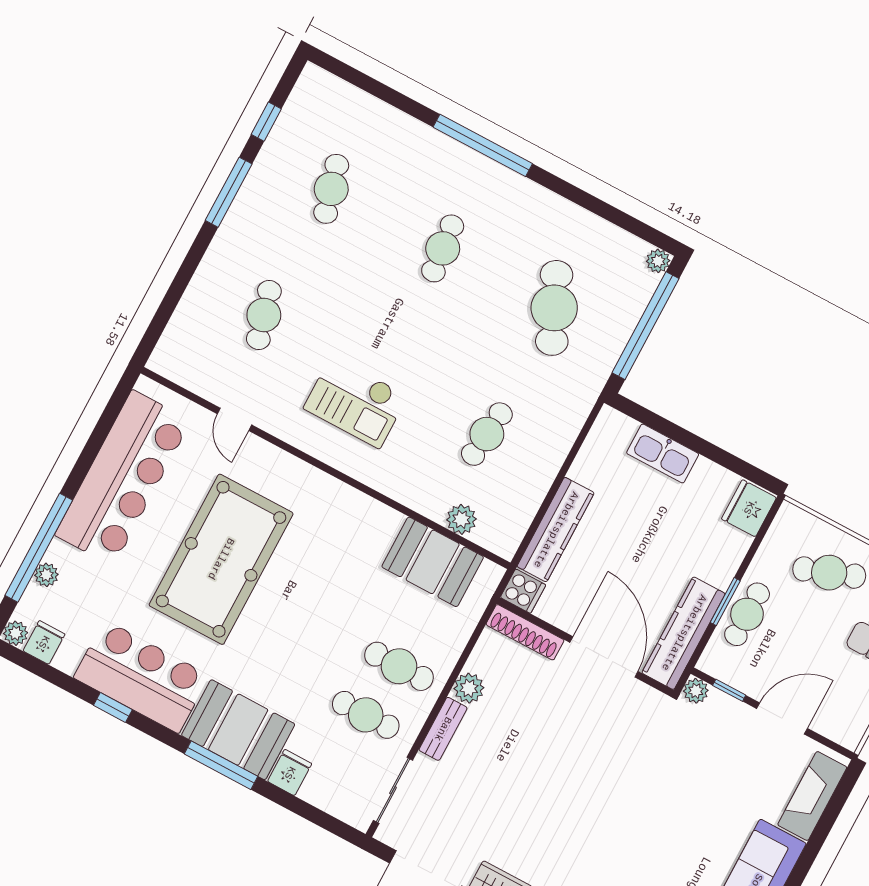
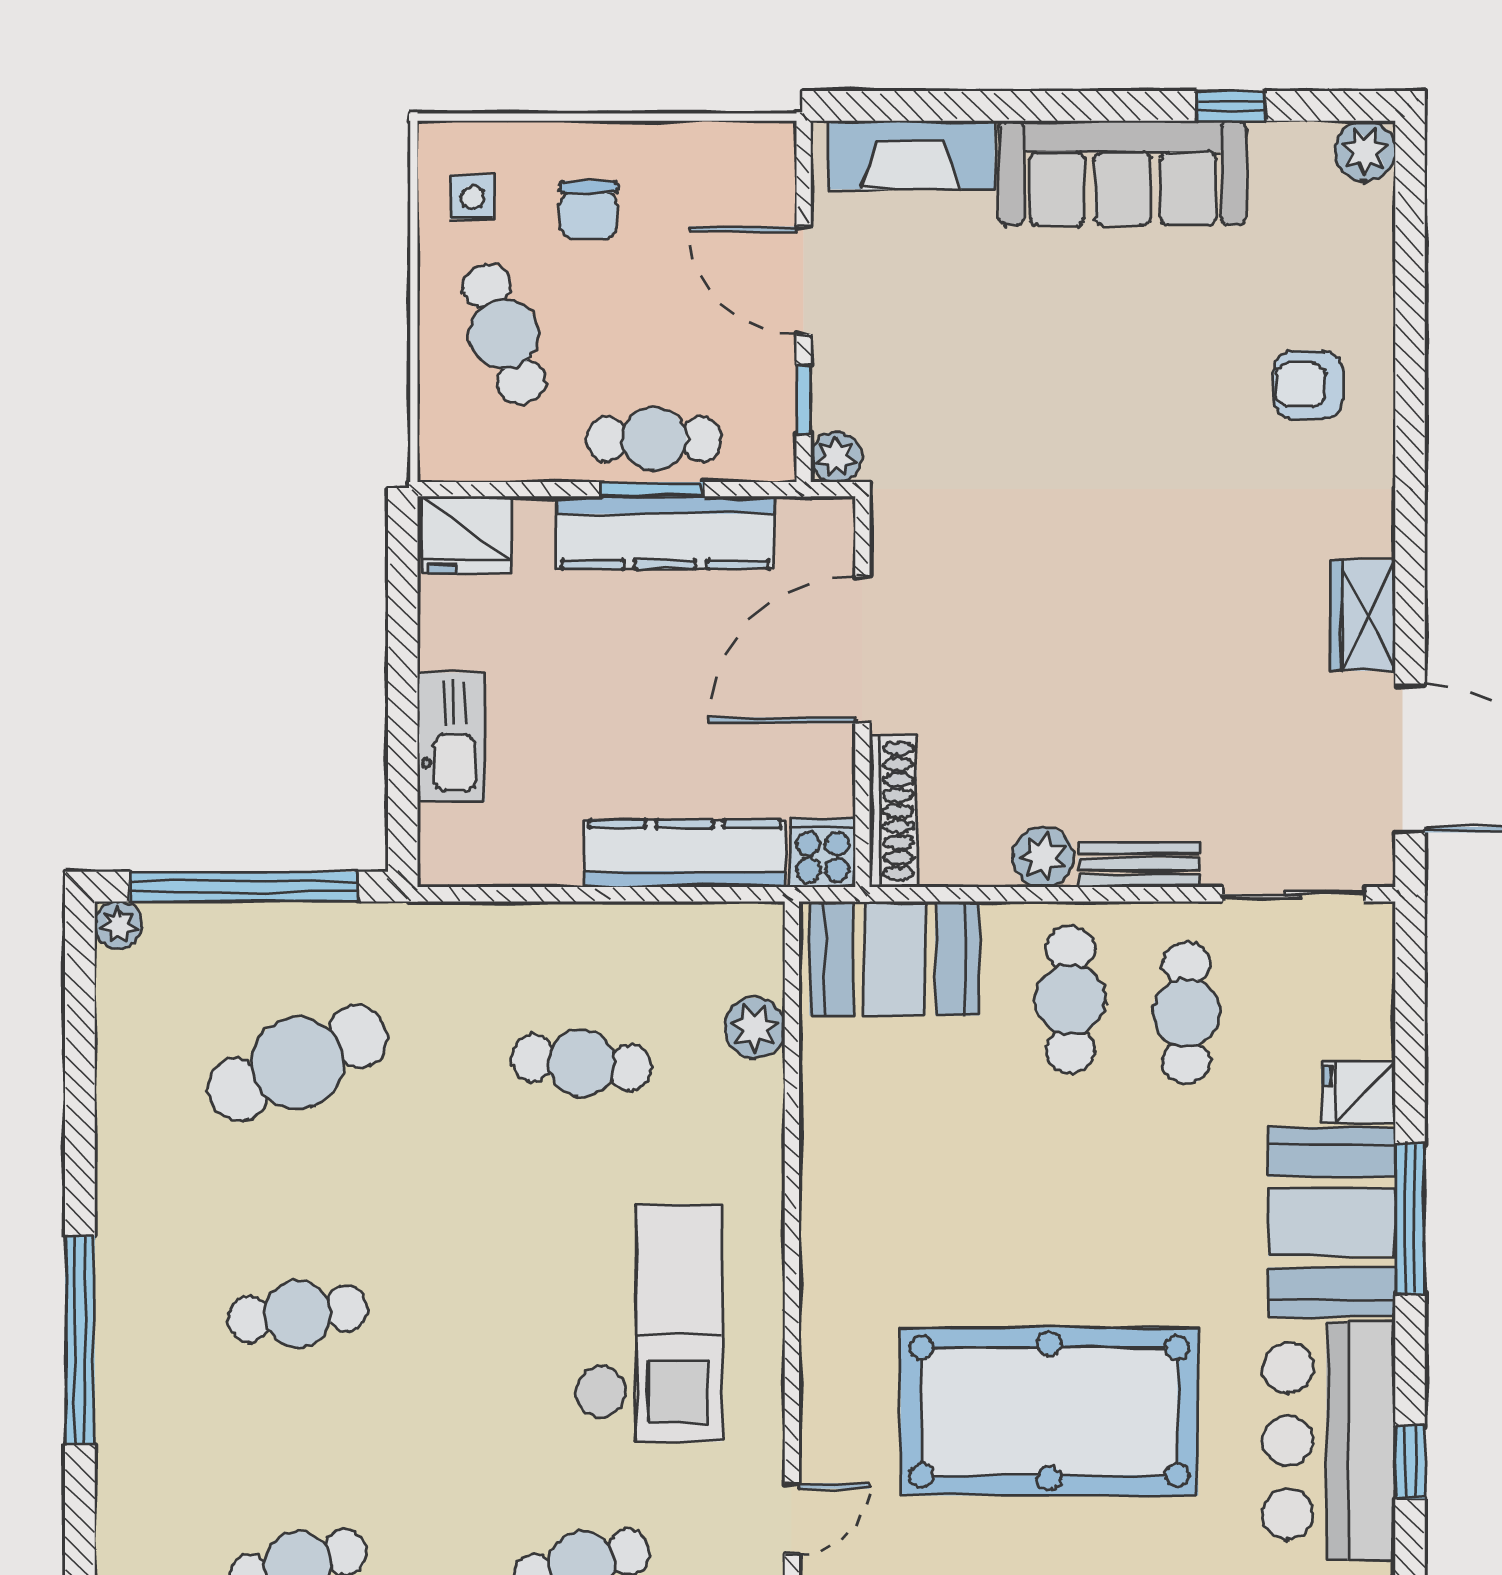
checkout: (356, 402) -> (648, 1323), width x1.36, depth x1.21
booth: (433, 562) -> (895, 958), moved, turned 90
kitchen counter: (684, 633) -> (665, 533), moved

